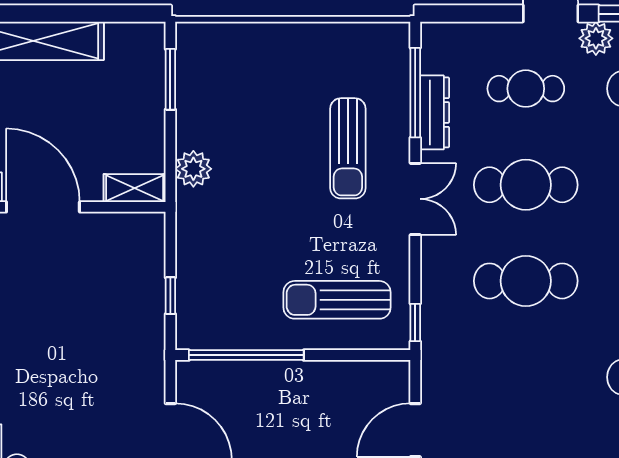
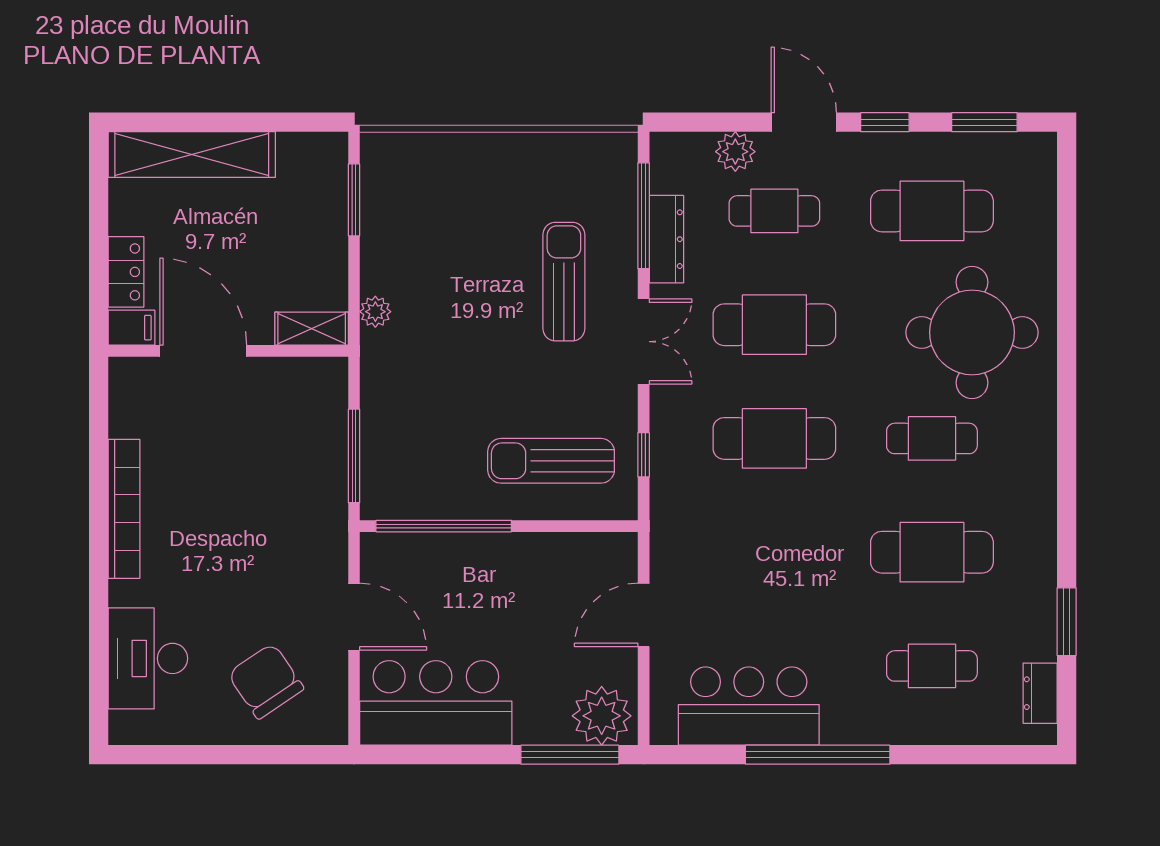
plant: (596, 38) -> (735, 152), moved
sun lounger: (348, 148) -> (564, 282), turned 180
plant: (193, 169) -> (375, 312), width x0.73, depth x0.73
window: (170, 296) -> (354, 456), width x2.17
window: (415, 323) -> (644, 455), moved

